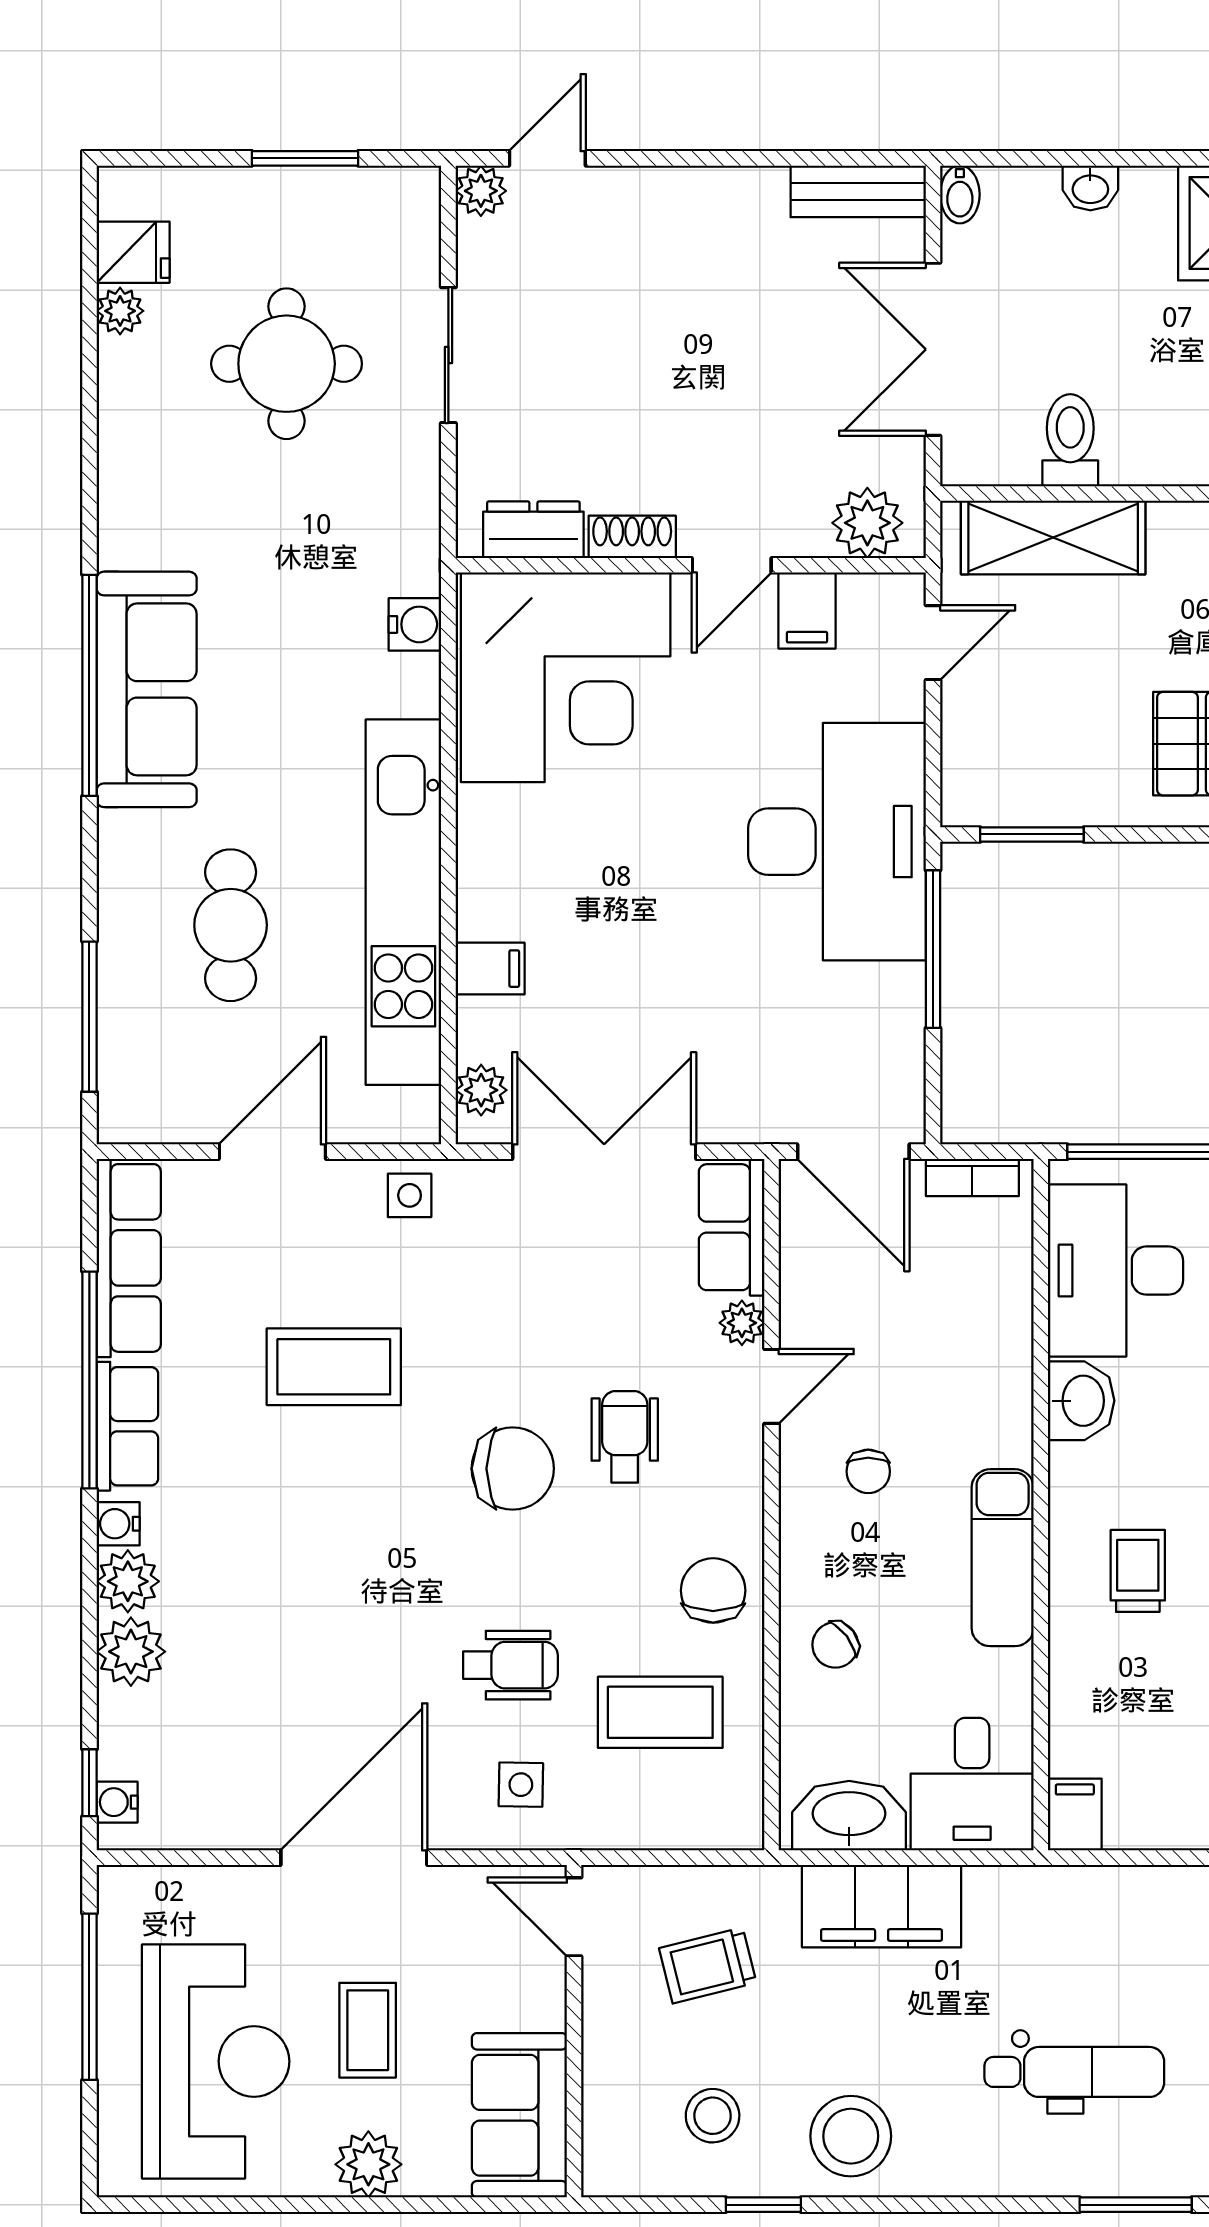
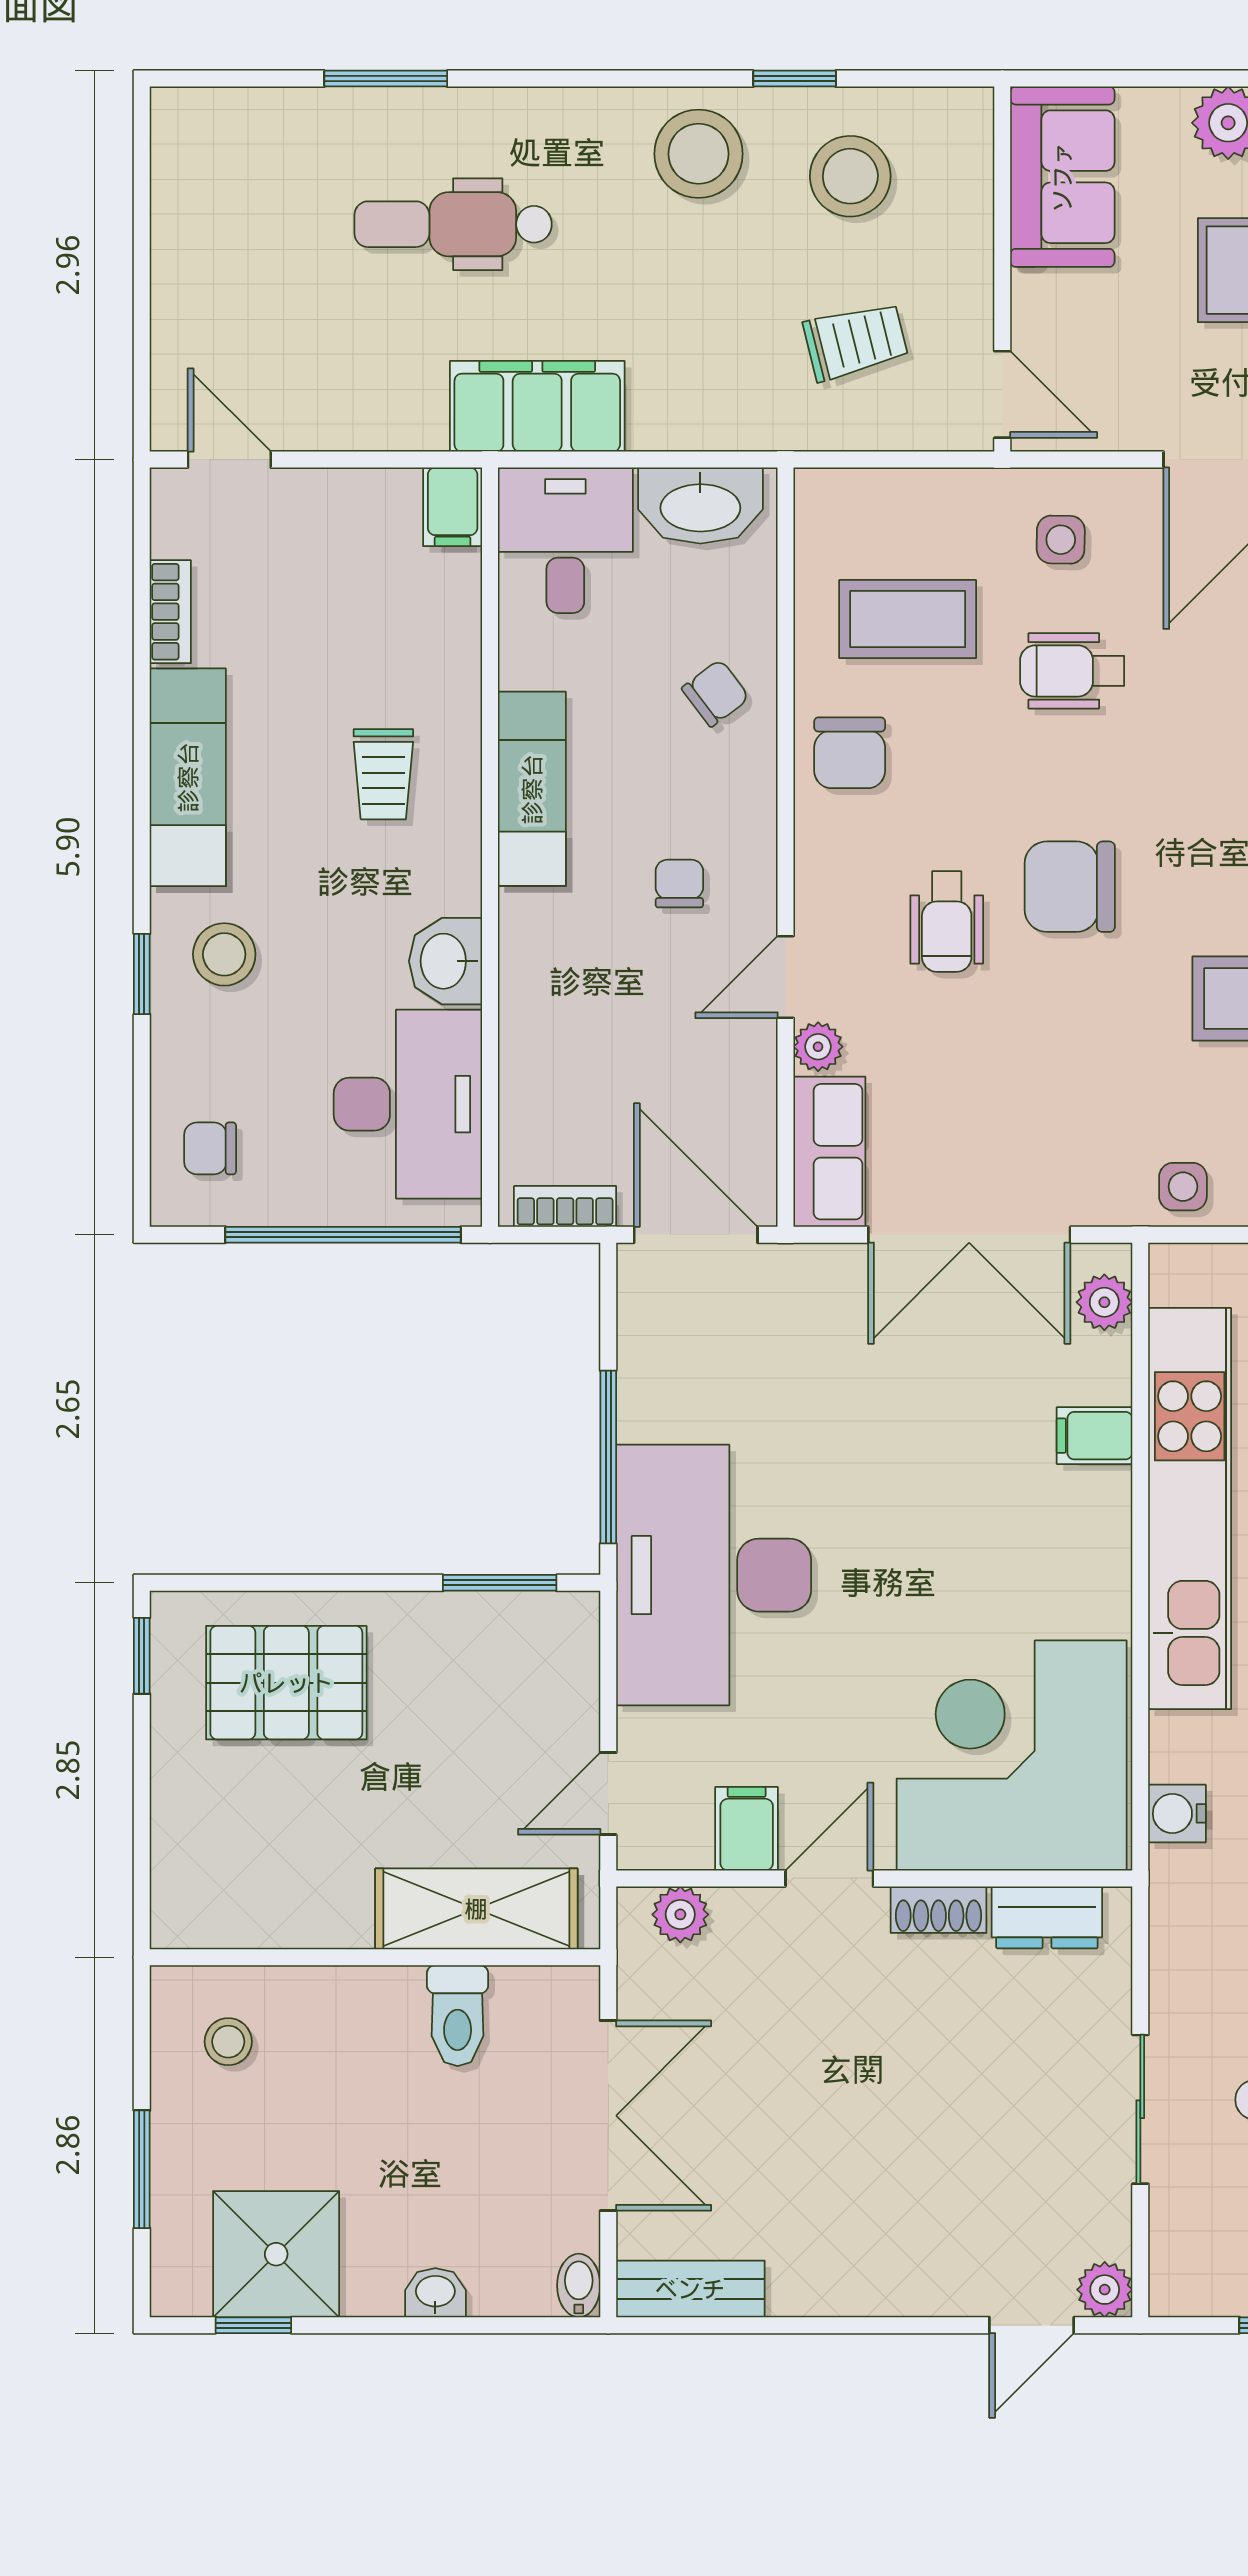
plant: (867, 523) -> (680, 1914), width x0.73, depth x0.73
filing cabinet: (882, 1906) -> (537, 406), moved
stool: (713, 2116) -> (850, 176), width x1.38, depth x1.38

